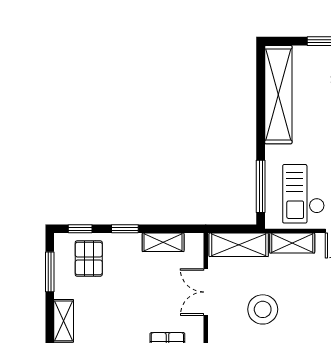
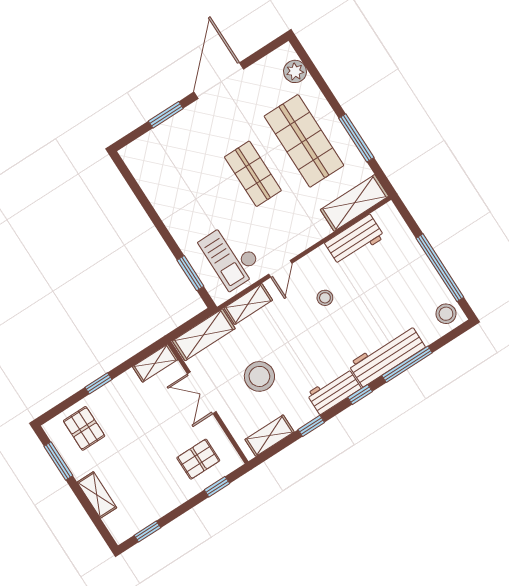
shelving: (278, 95) -> (155, 186), removed
window: (261, 186) -> (190, 273), width x0.69
window: (80, 229) -> (61, 408), removed
shelving: (163, 242) -> (155, 363), moved

